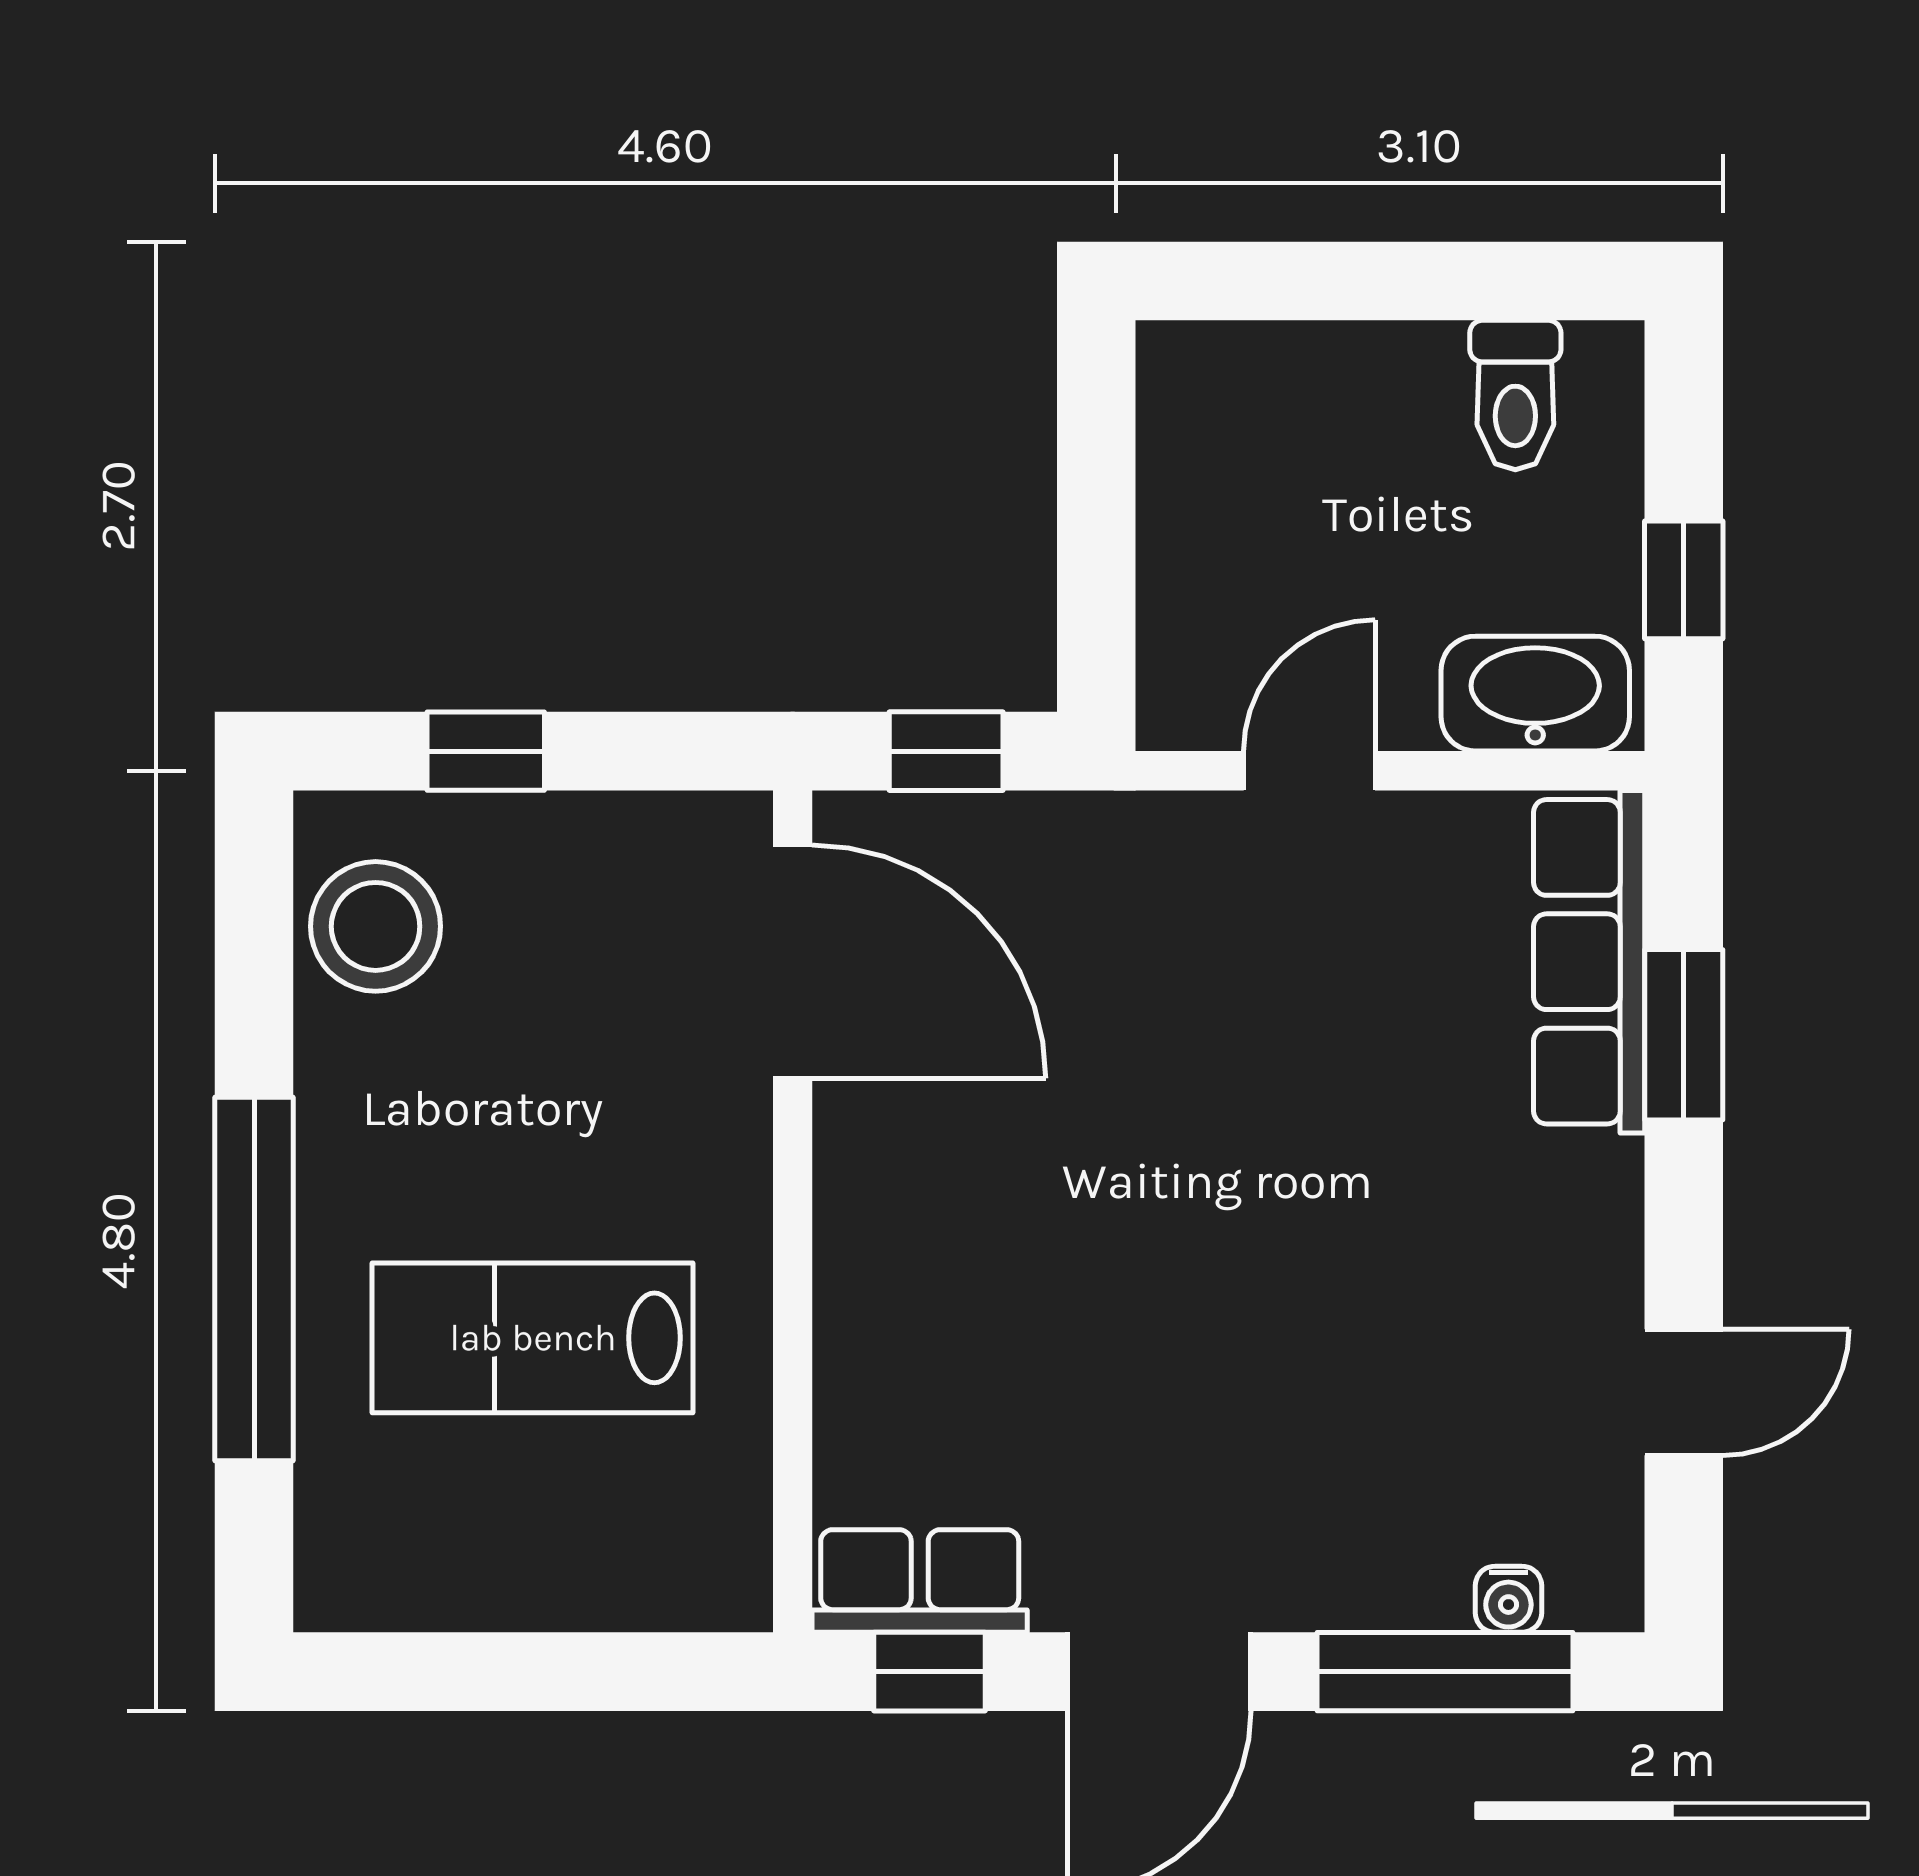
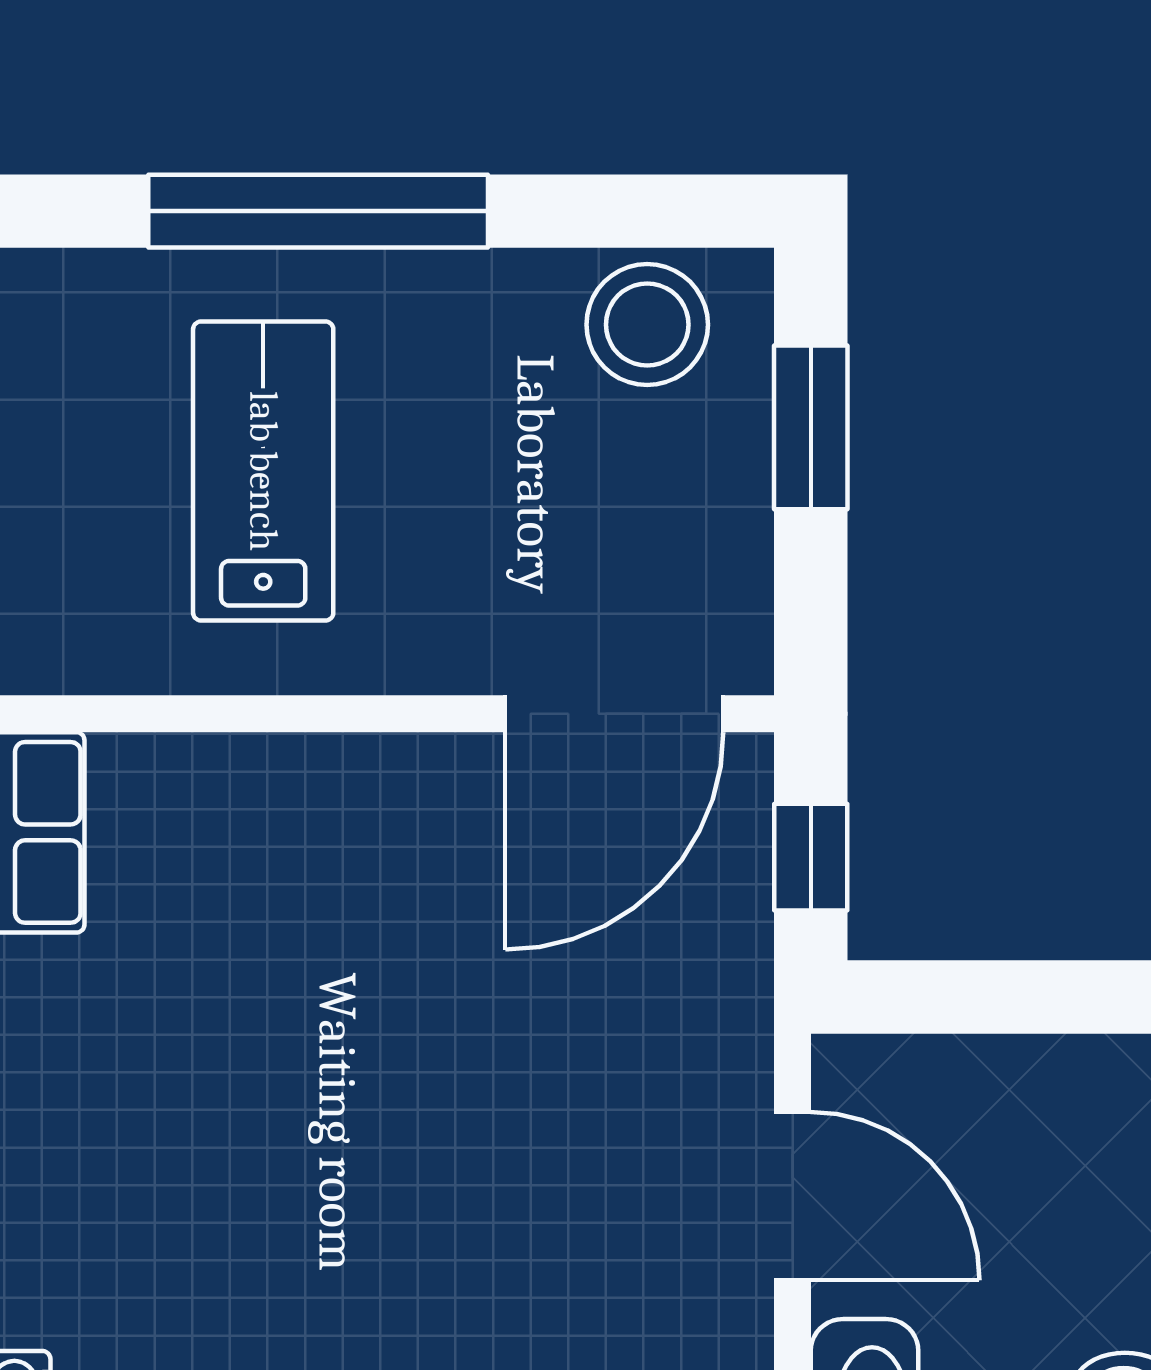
window: (486, 751) -> (811, 427), width x1.50
door: (1309, 771) -> (793, 1196), width x1.38

